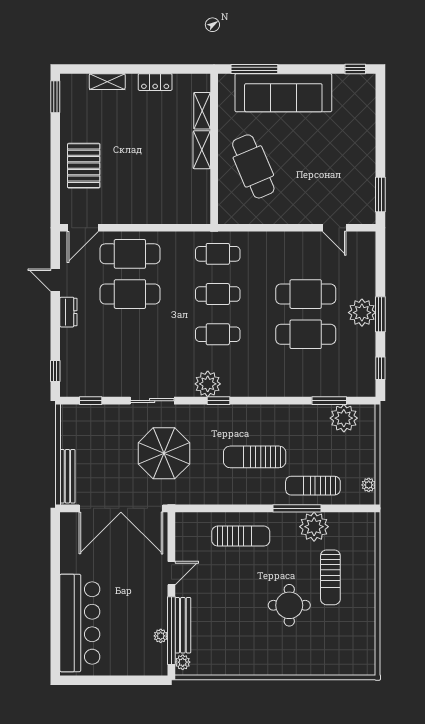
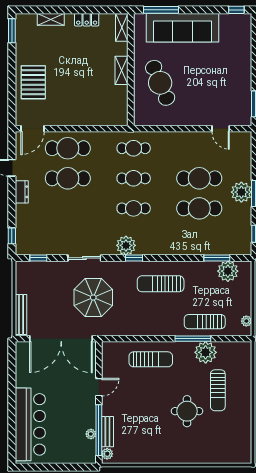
shelving: (202, 111) -> (122, 28), moved
sun lounger: (255, 457) -> (161, 284), moved
bench: (183, 625) -> (107, 432), width x0.73

